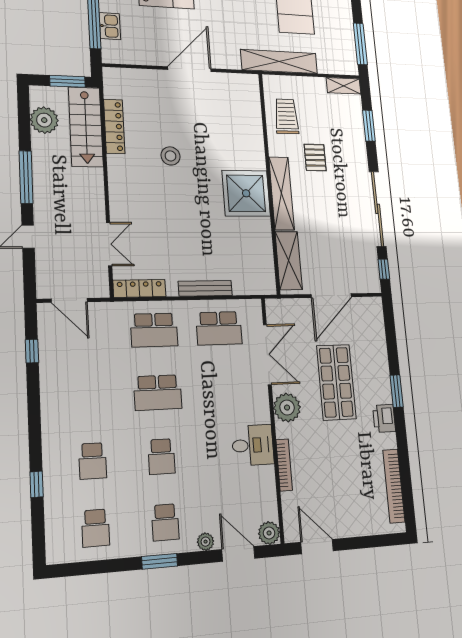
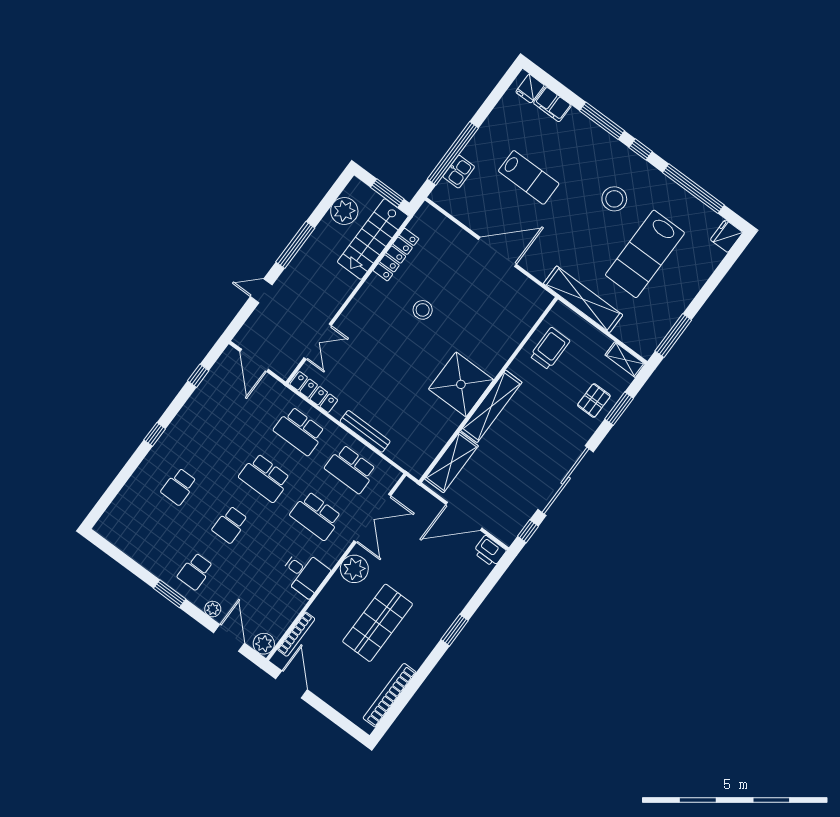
pallet: (315, 157) -> (594, 401), moved
shop shelf: (336, 382) -> (378, 623), moved
printer: (384, 418) -> (490, 551), moved, turned -90
bookcase: (284, 465) -> (296, 634), moved
window: (37, 484) -> (155, 434), moved
school desk: (96, 528) -> (316, 516), moved, width x1.85

